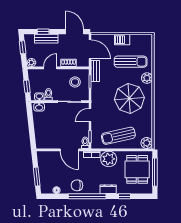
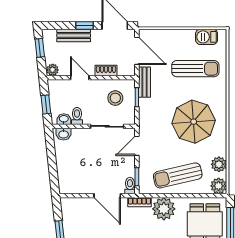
window: (43, 32) -> (85, 25), moved
barbecue: (122, 40) -> (207, 37), moved
door: (50, 68) -> (80, 78), hinge flipped
plant: (147, 78) -> (219, 164), moved

